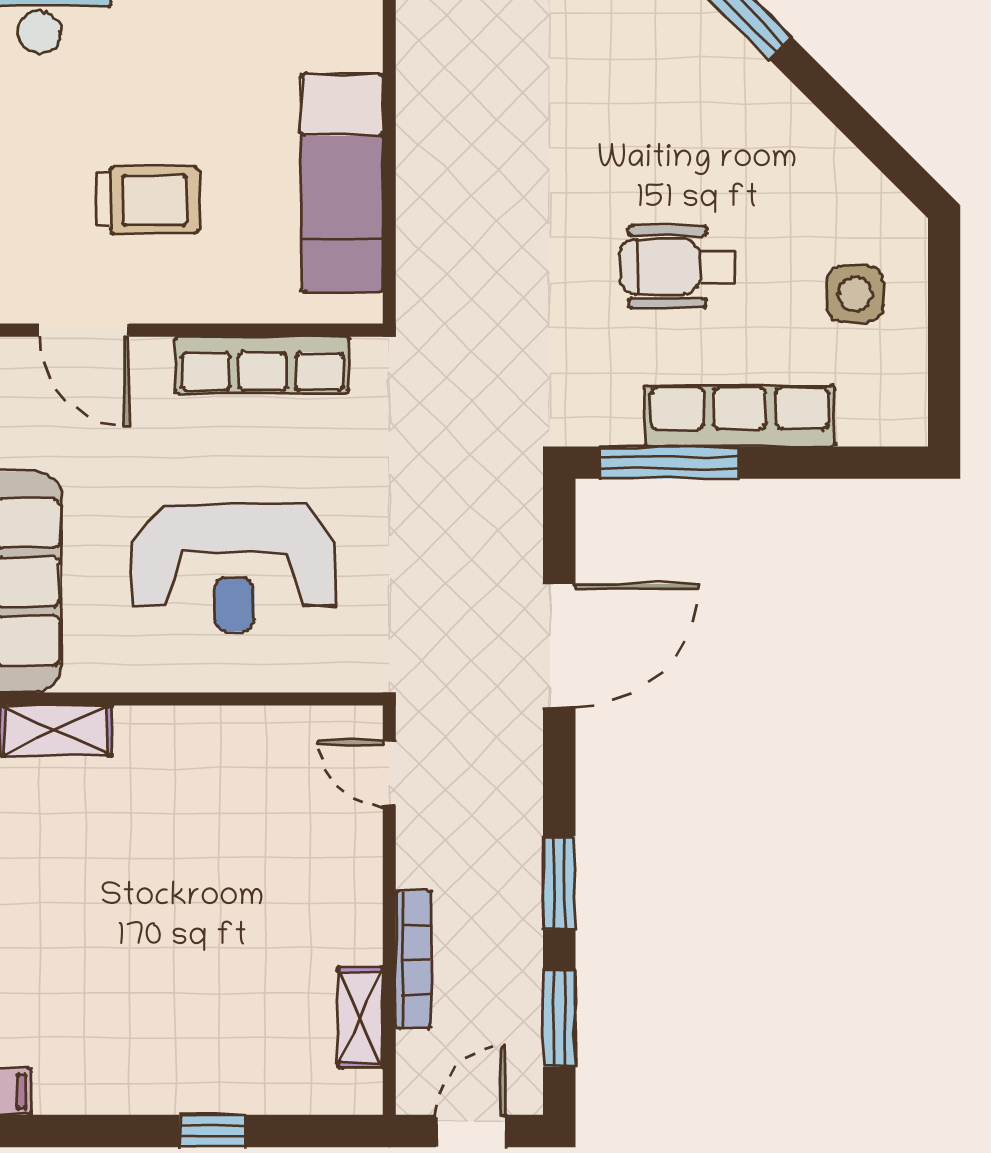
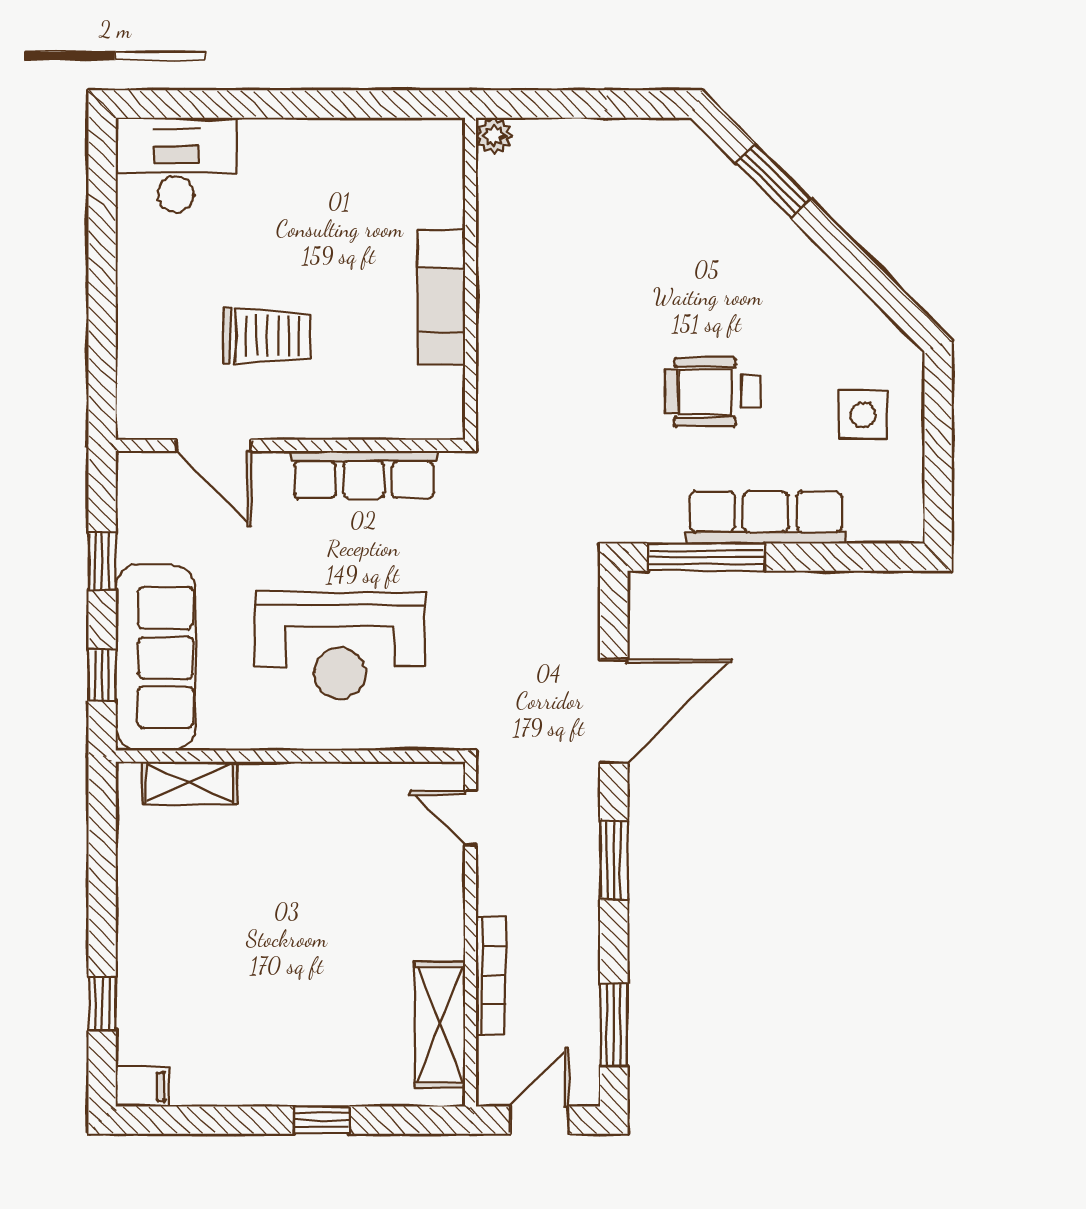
exam couch: (342, 184) -> (441, 297), width x0.73, depth x0.69
window: (559, 883) -> (614, 860), moved
shelving: (360, 1017) -> (440, 1024), width x1.50, depth x1.33

